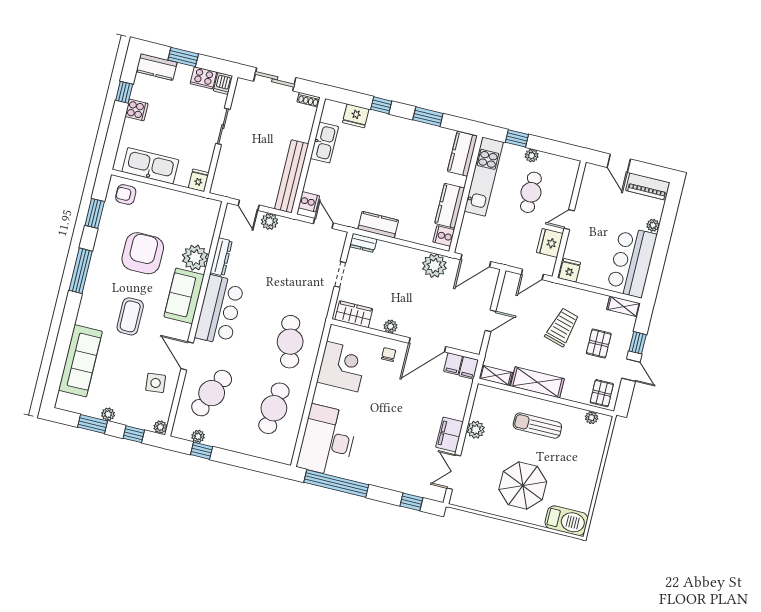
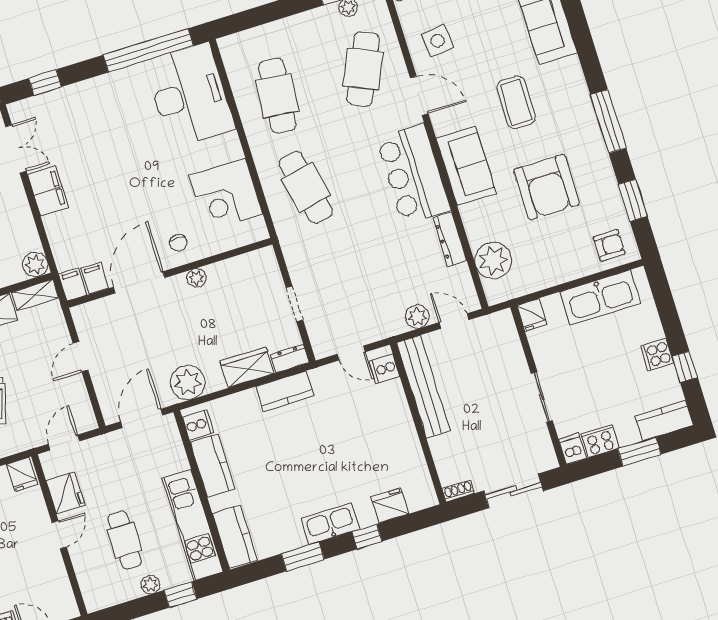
kitchen sink: (324, 142) -> (330, 524), moved, turned 90
plant: (195, 258) -> (493, 260), moved
wardrobe: (354, 314) -> (247, 367), moved, turned 180
plant: (476, 430) -> (35, 264), moved

